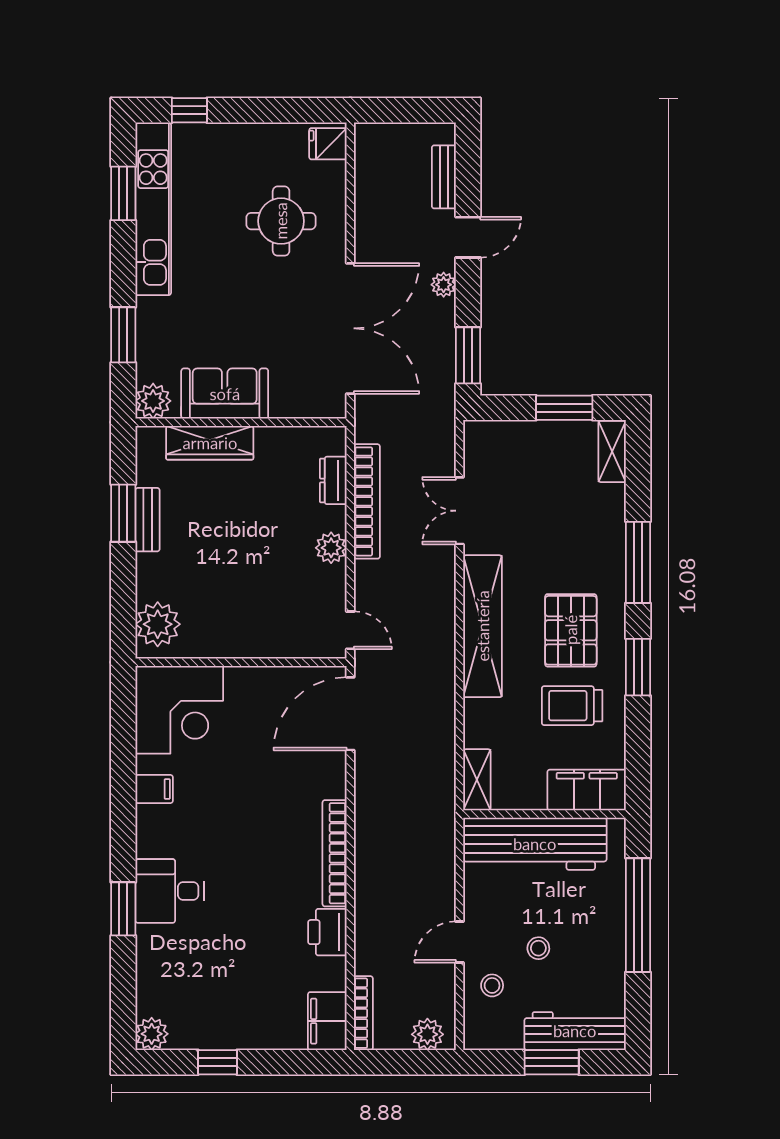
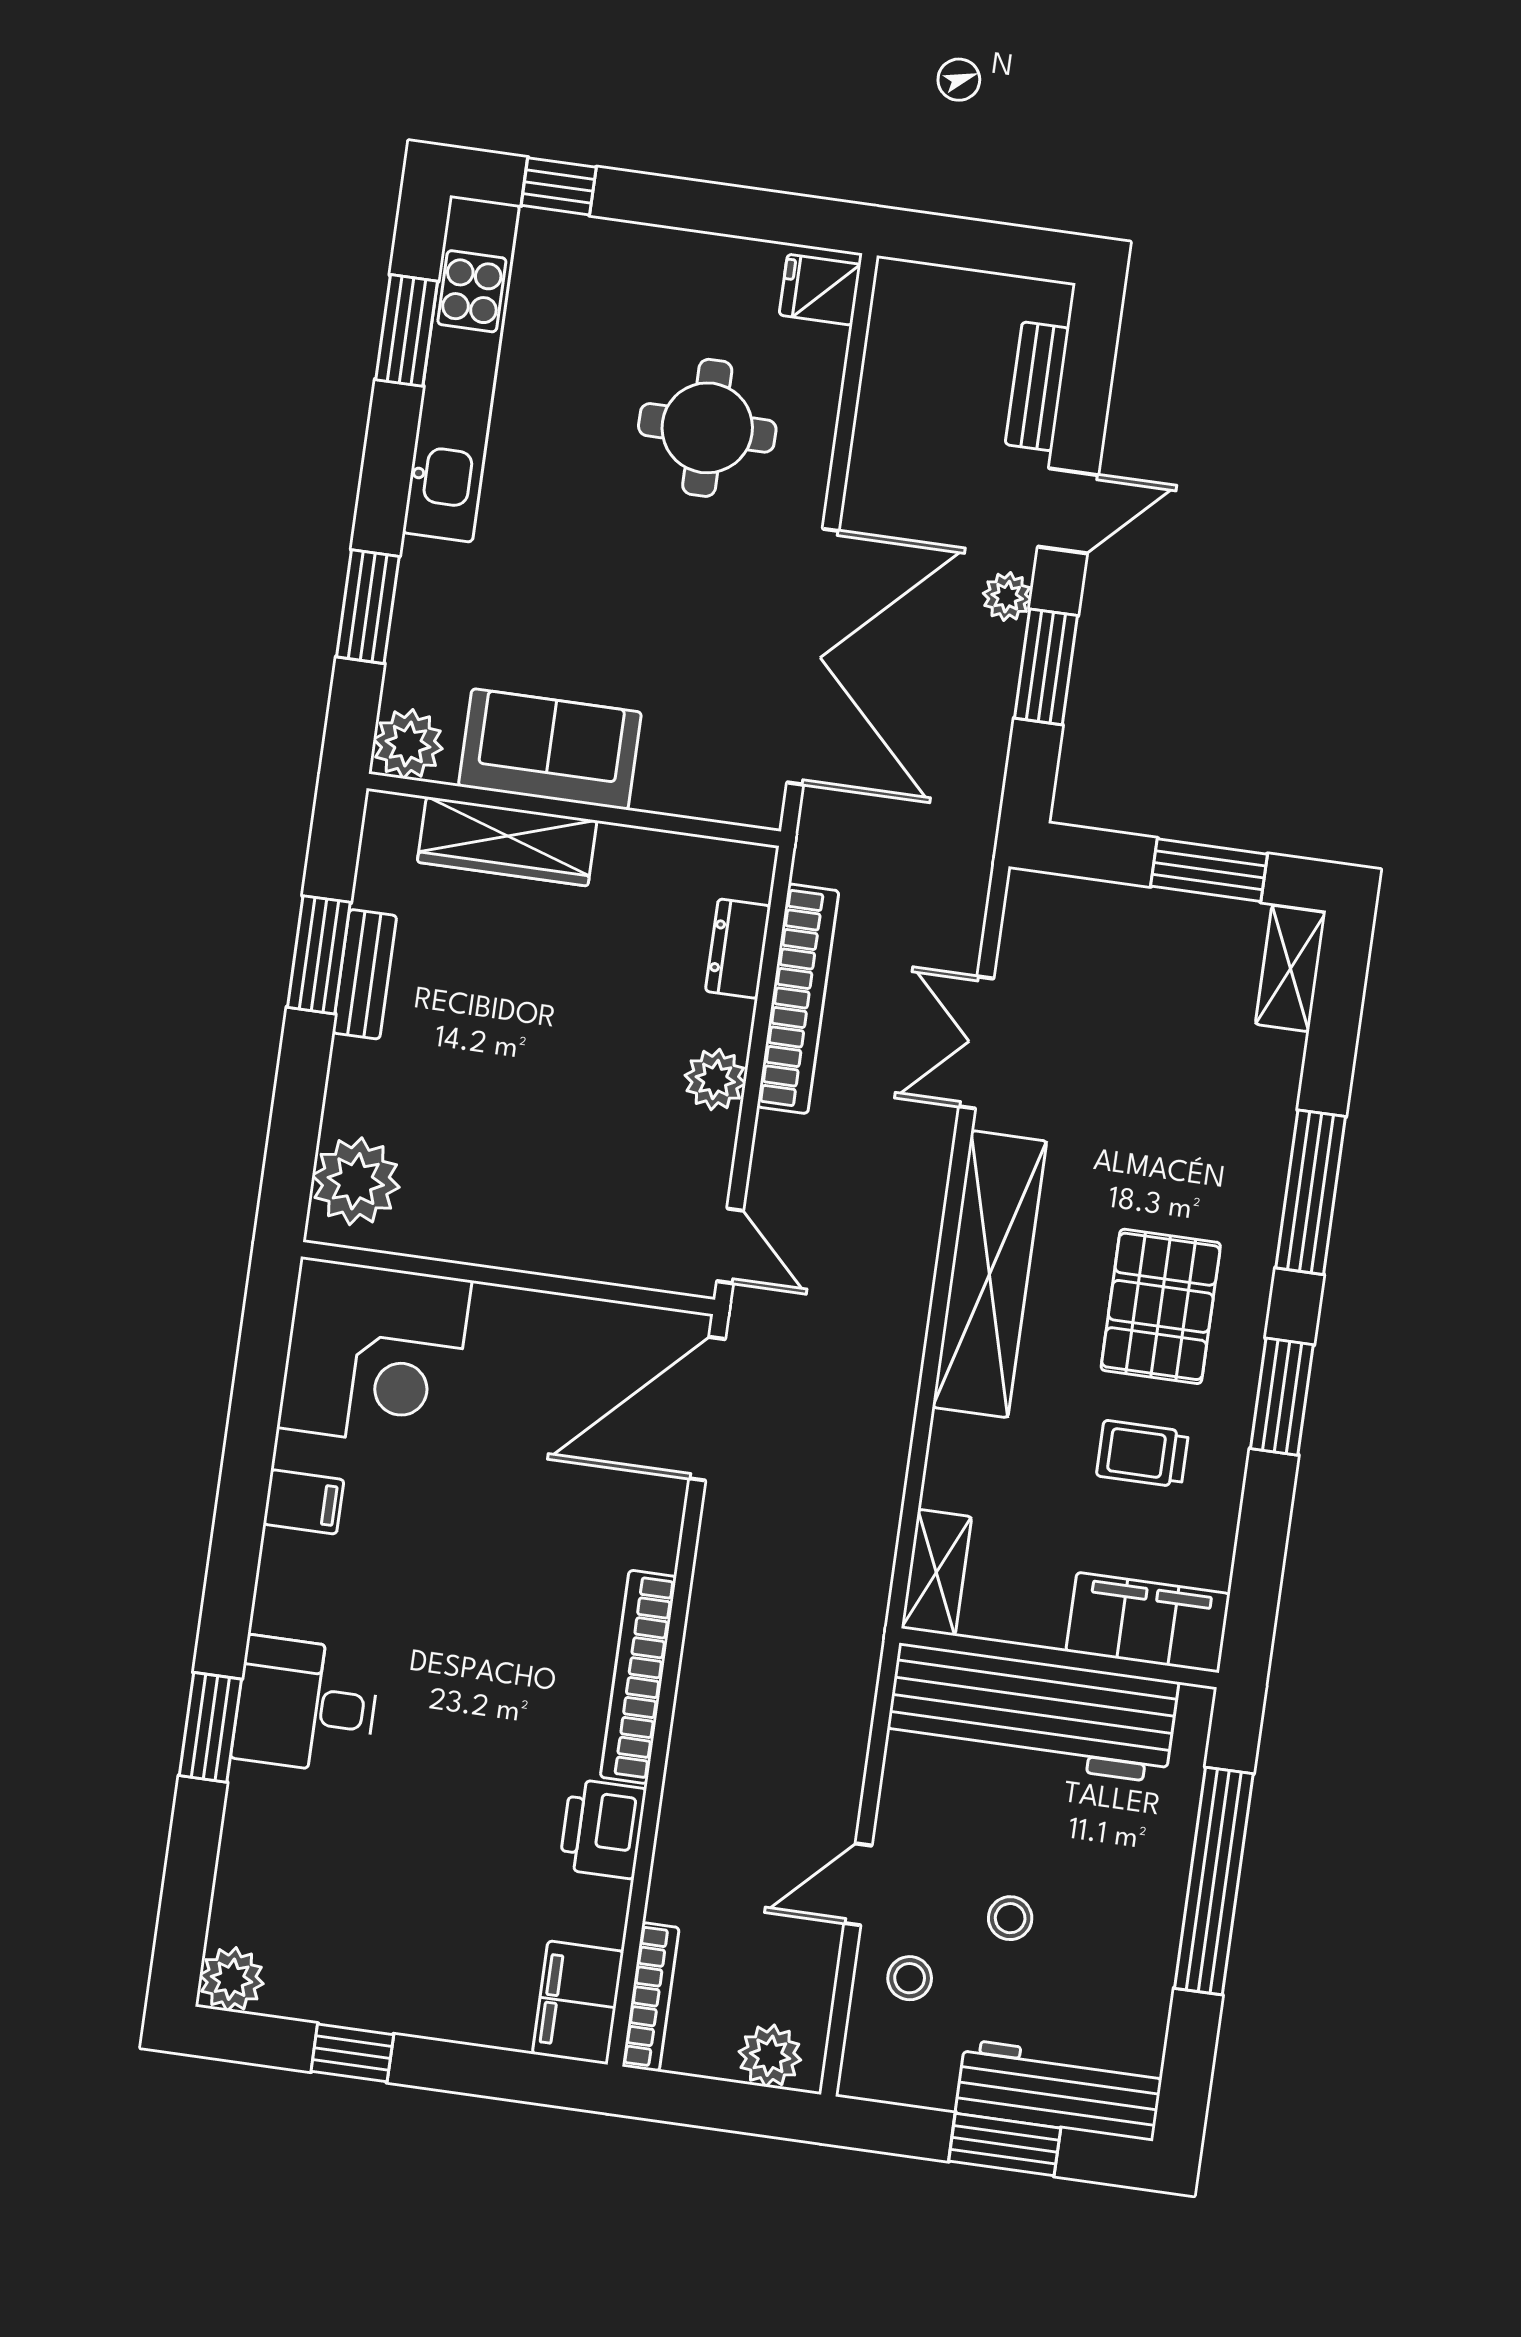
window: (468, 355) -> (1046, 667), moved
trolley: (572, 706) -> (1142, 1454), width x0.73, depth x0.72

